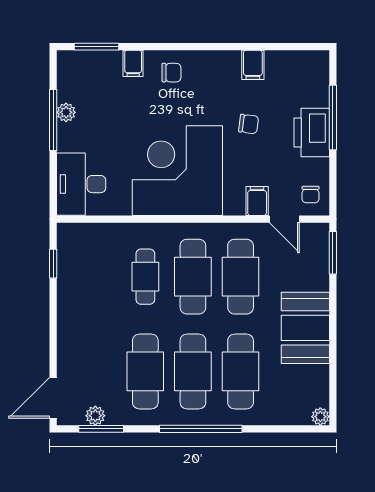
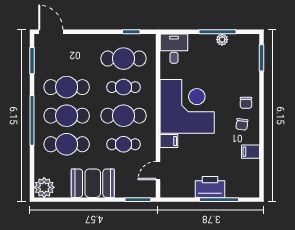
filing cabinet: (133, 63) -> (251, 80), removed
chair: (249, 124) -> (242, 124), moved
desk: (81, 184) -> (174, 49), width x0.73
chair: (311, 195) -> (173, 186), removed
filing cabinet: (257, 201) -> (169, 141), moved
cafe table: (98, 277) -> (124, 59), added
cafe table: (241, 277) -> (124, 144), width x0.73, depth x0.74
plant: (95, 416) -> (40, 57), removed
plant: (320, 417) -> (44, 187), width x1.88, depth x1.88

